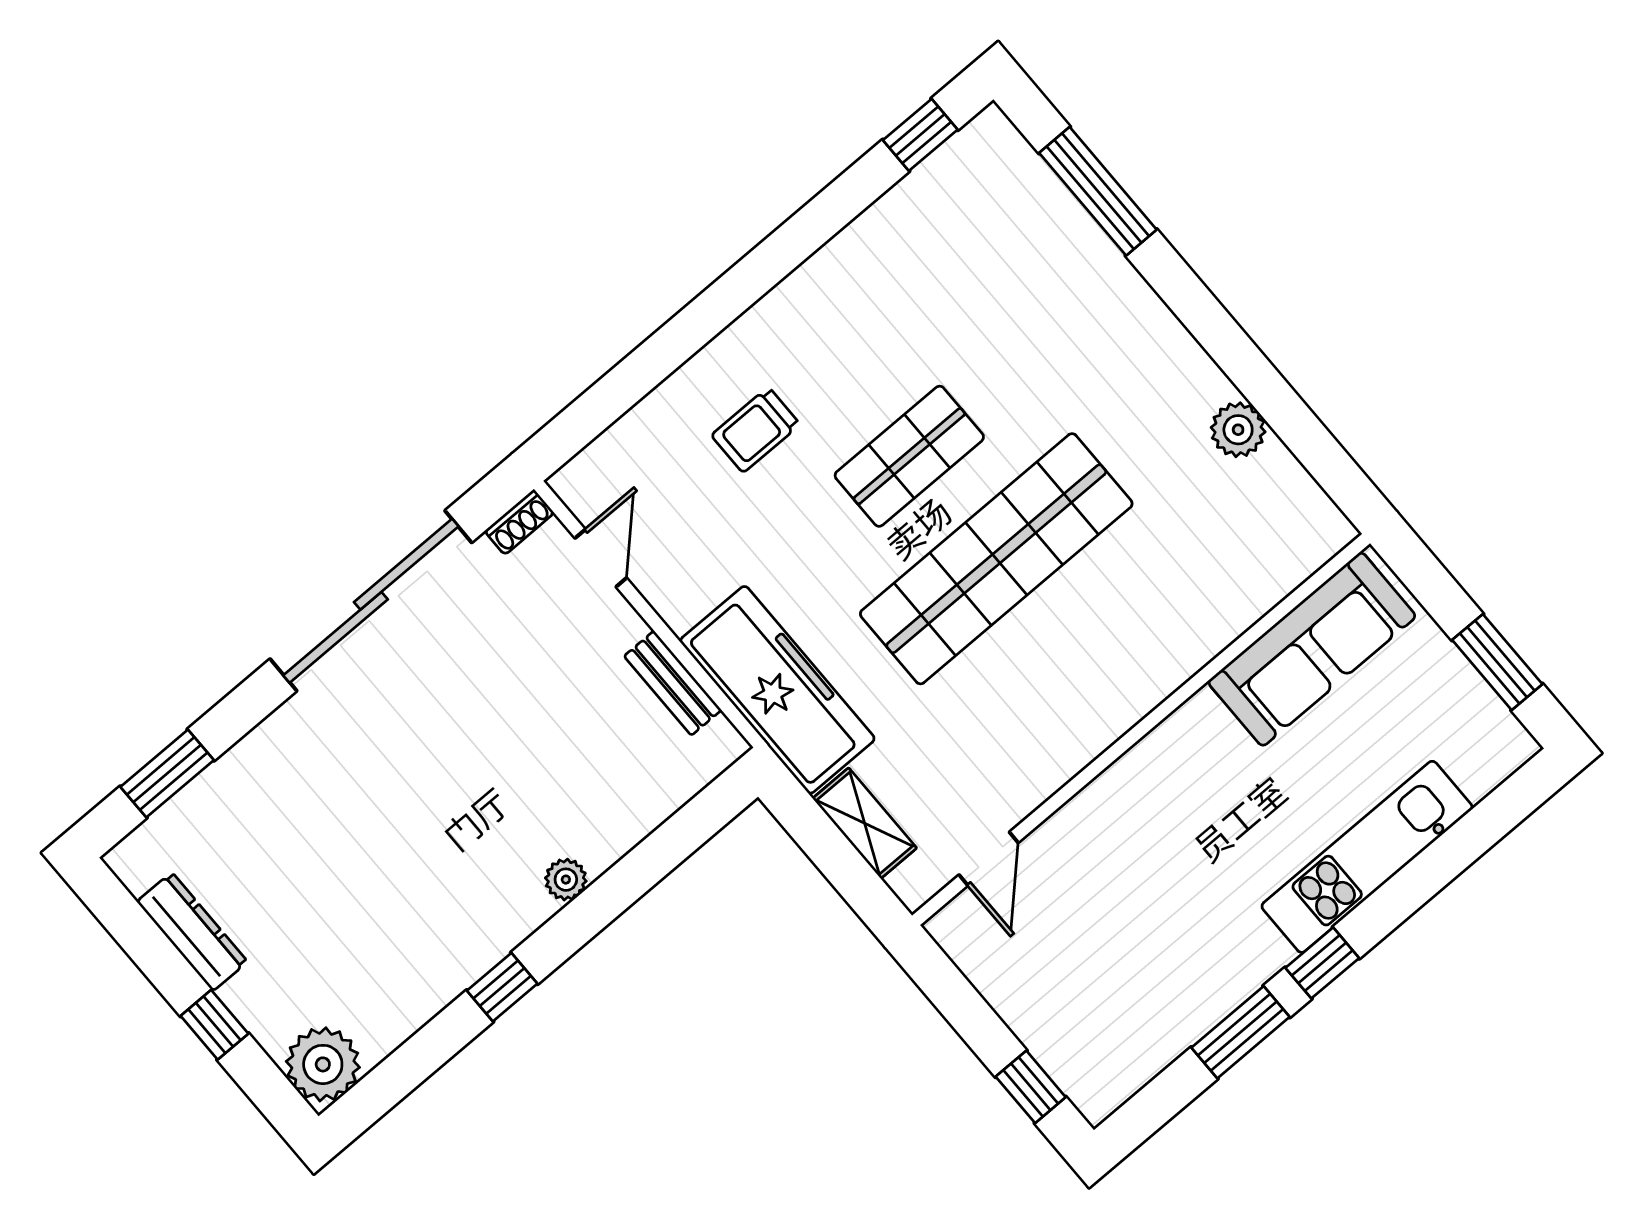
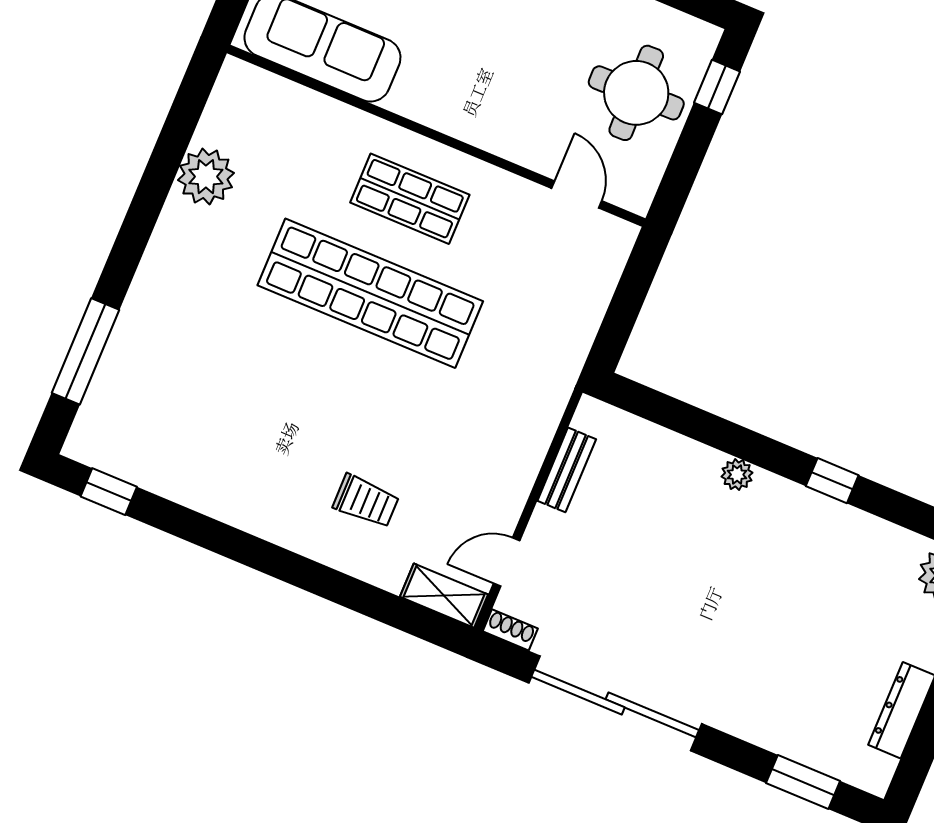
plant: (1238, 430) -> (206, 177), width x1.36, depth x1.36
shop shelf: (909, 456) -> (410, 199), moved
freezer: (777, 690) -> (535, 397), removed
shelving: (865, 823) -> (444, 596), moved, turned 90
door: (989, 859) -> (577, 195), hinge flipped
round table: (1072, 989) -> (636, 93), added

